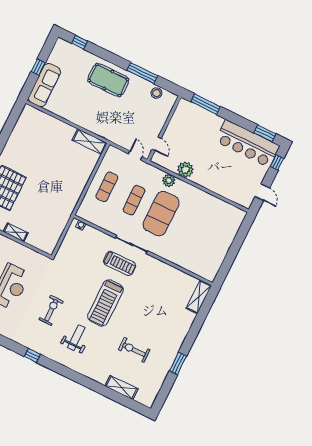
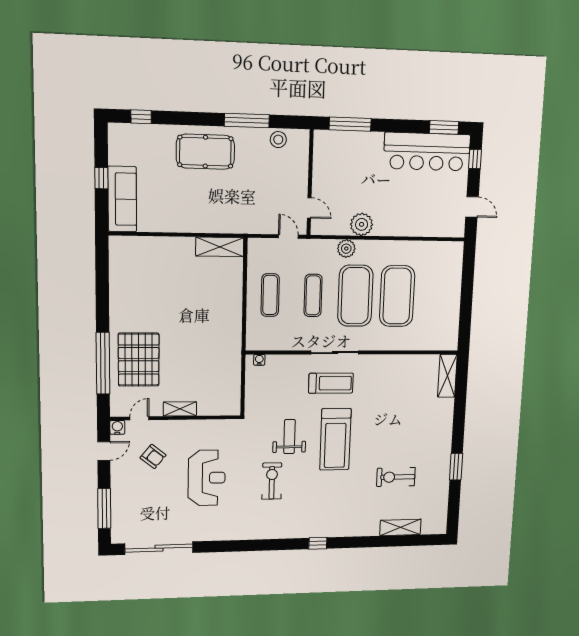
exercise mat: (188, 227) -> (397, 296), added
weight bench: (76, 338) -> (289, 437), moved
window: (32, 355) -> (318, 543), moved

